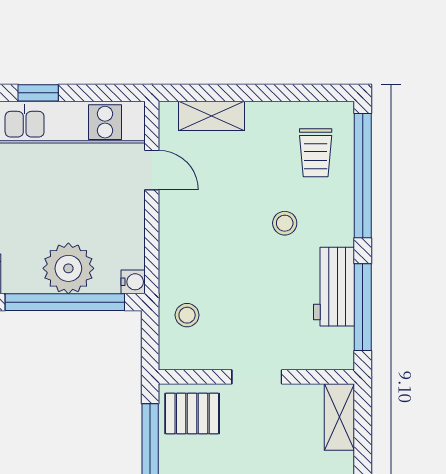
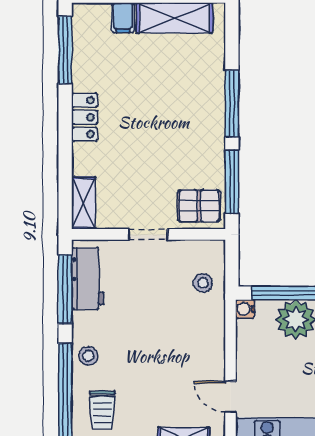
trolley: (316, 153) -> (102, 410), turned 180
stool: (285, 223) -> (88, 356), moved
workbench: (334, 287) -> (88, 279), moved

